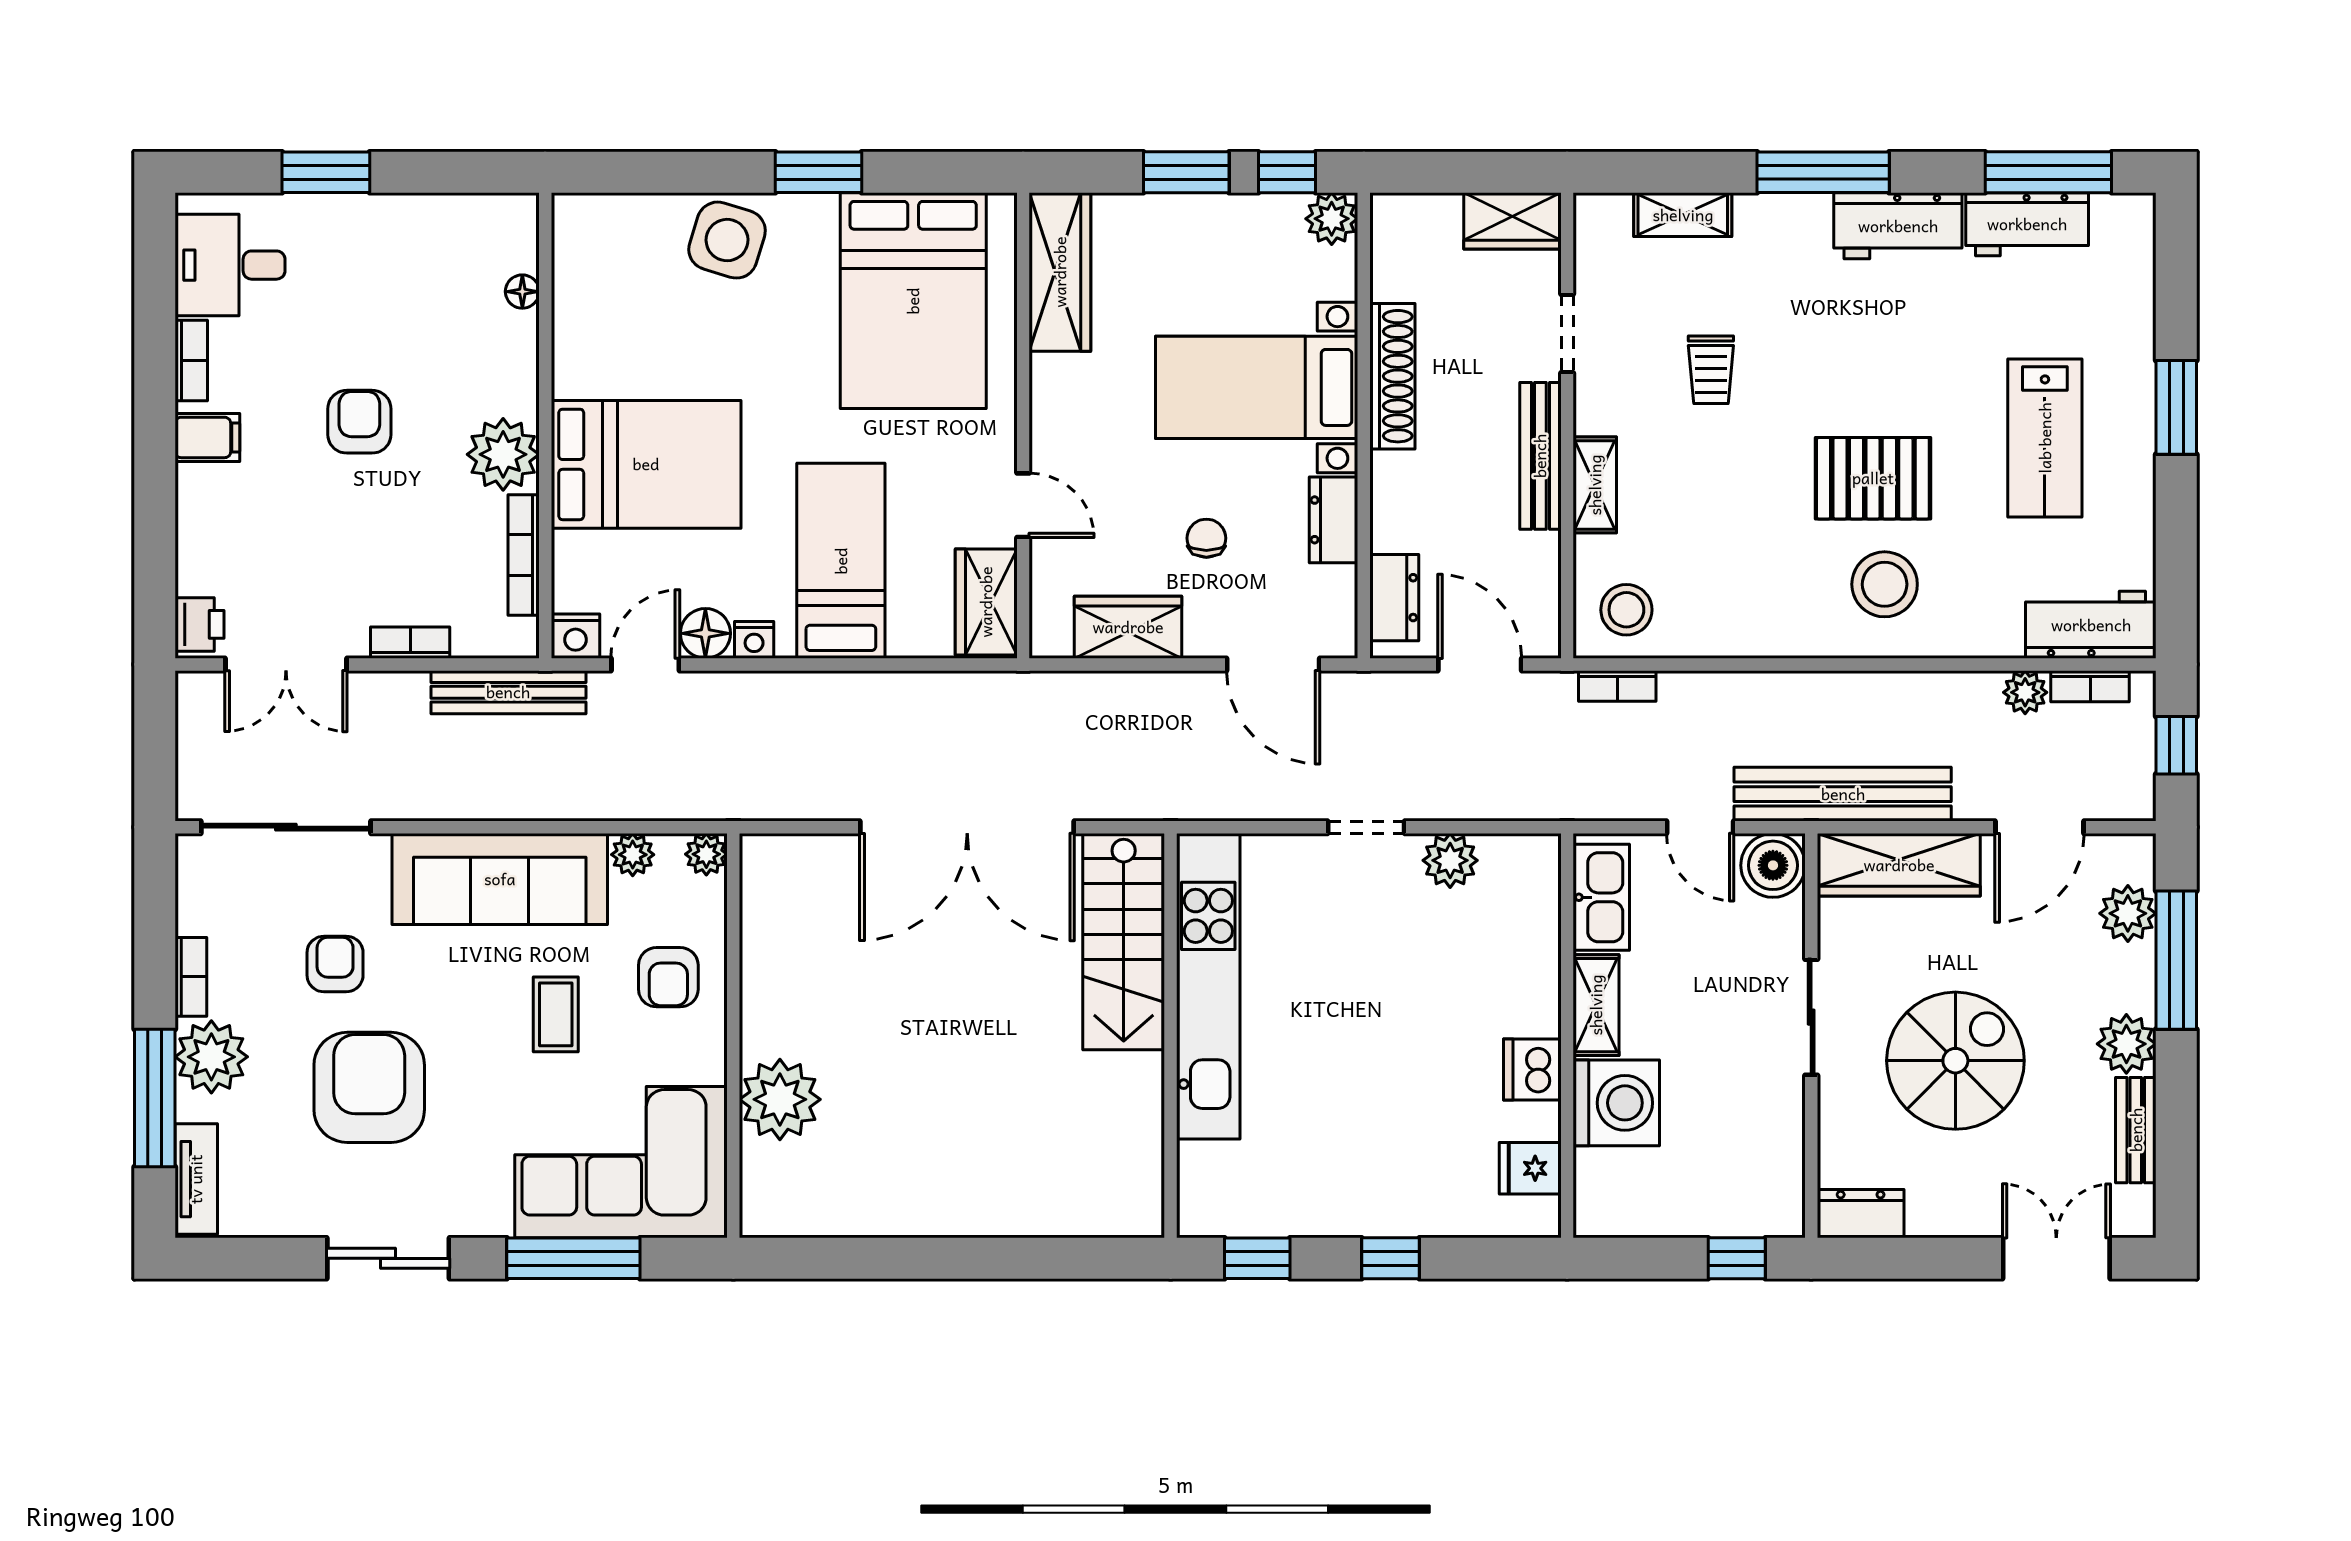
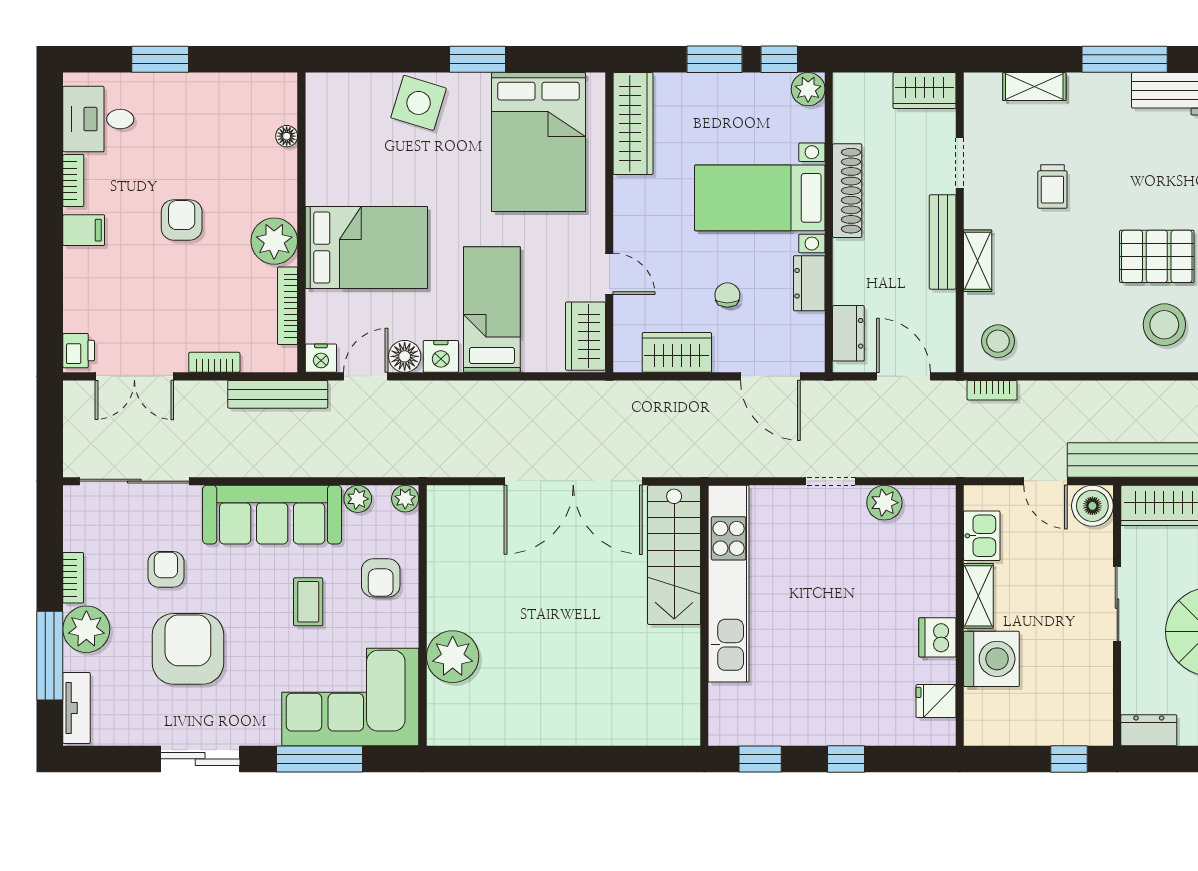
nightstand: (754, 640) -> (441, 356), width x1.39, depth x1.35
kitchen sink: (1601, 897) -> (982, 536), width x0.73

